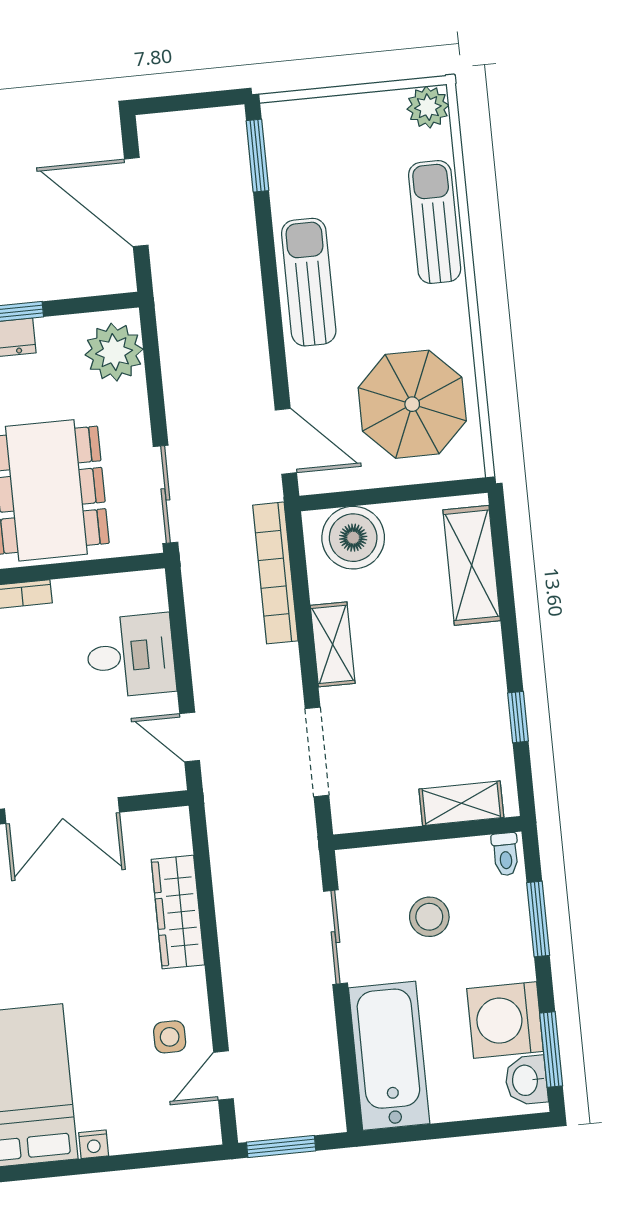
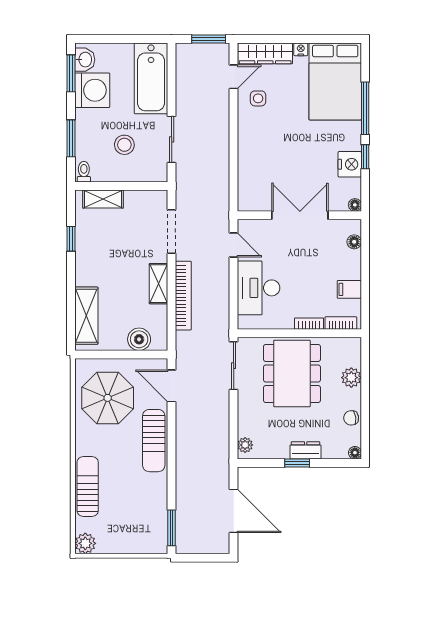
sun lounger: (435, 222) -> (88, 487), turned 180
sun lounger: (309, 282) -> (154, 441), moved
plant: (114, 352) -> (245, 445), width x0.53, depth x0.53
boiler: (353, 538) -> (139, 339), width x0.73, depth x0.73
bookcase: (275, 573) -> (183, 296), moved
desk: (131, 656) -> (259, 288), width x1.37
wardrobe: (178, 912) -> (265, 53), moved, turned 90

